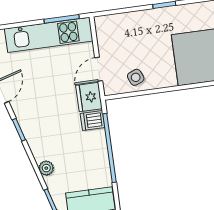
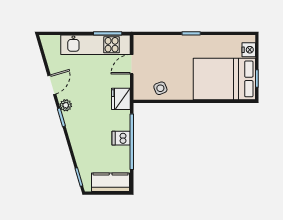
door: (99, 69) -> (132, 64), moved
dishwasher: (92, 120) -> (121, 138), moved
plant: (46, 168) -> (66, 105), moved

